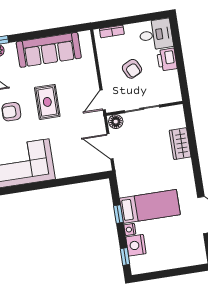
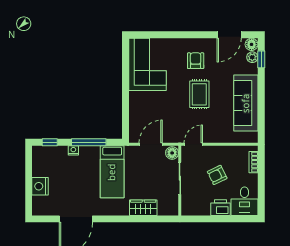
door: (103, 100) -> (193, 144), hinge flipped
rug: (47, 102) -> (199, 94), turned 90
bed: (150, 206) -> (112, 172), moved
window: (118, 214) -> (89, 142), width x2.17
nightstand: (136, 245) -> (40, 186), moved, turned -90

